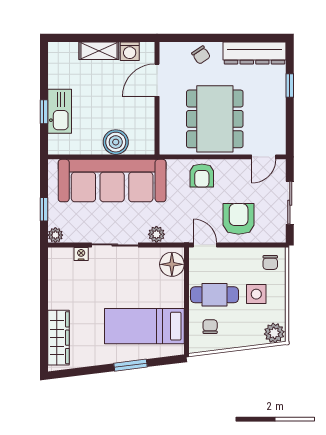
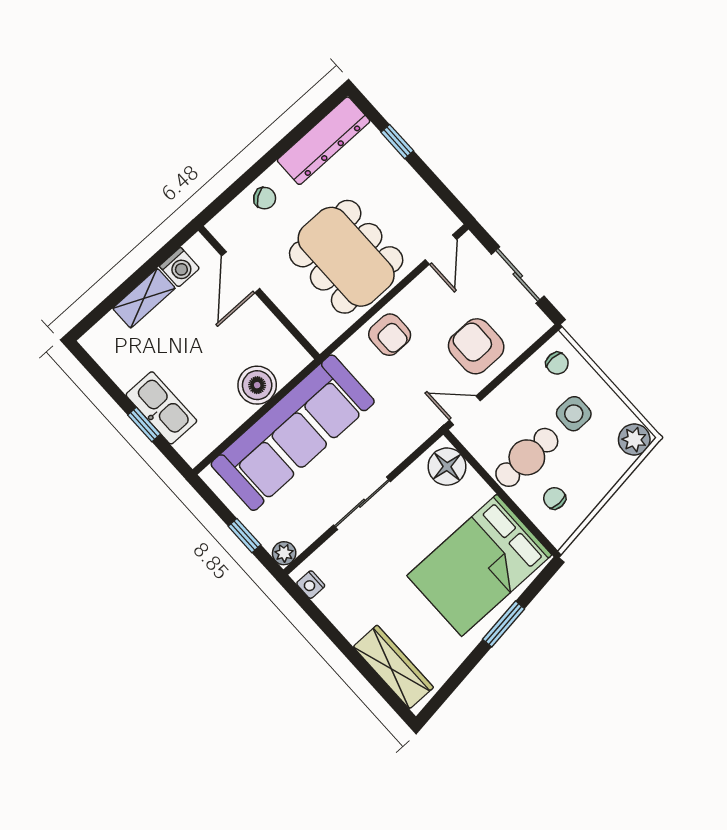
plant: (156, 234) -> (399, 448), removed
nightstand: (81, 254) -> (311, 585), moved, turned -90
bed: (144, 326) -> (479, 565), width x1.50

